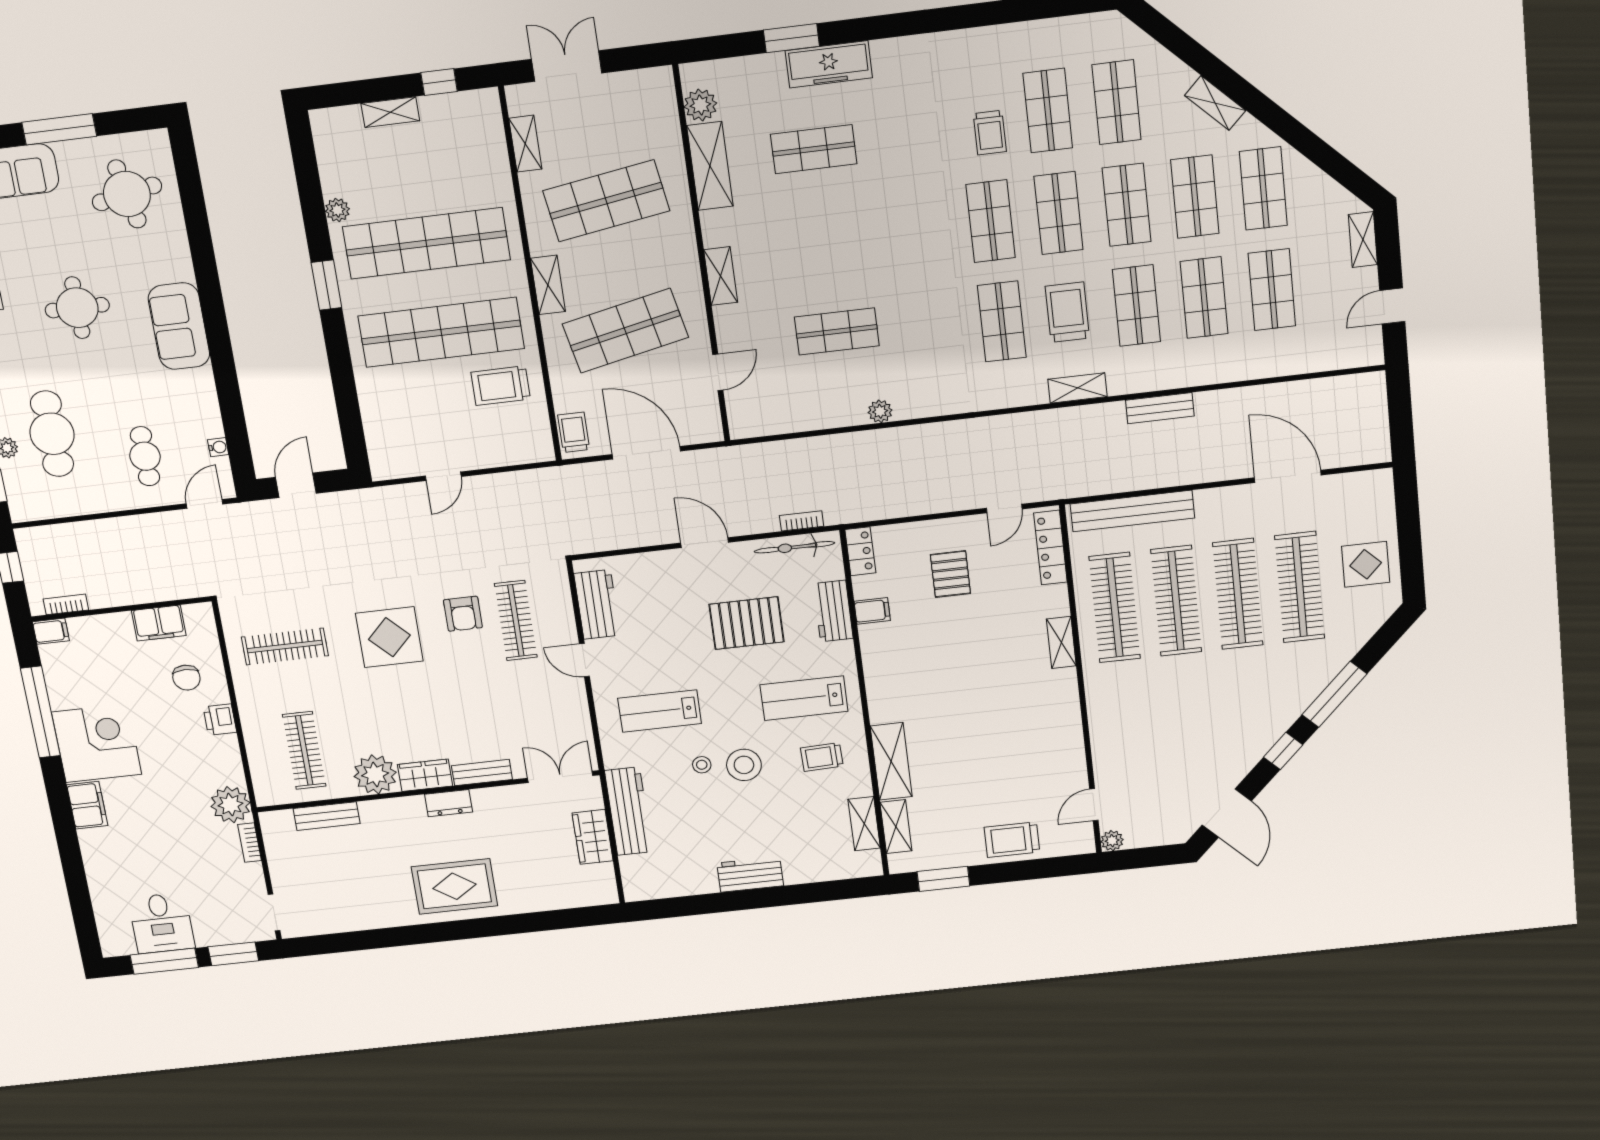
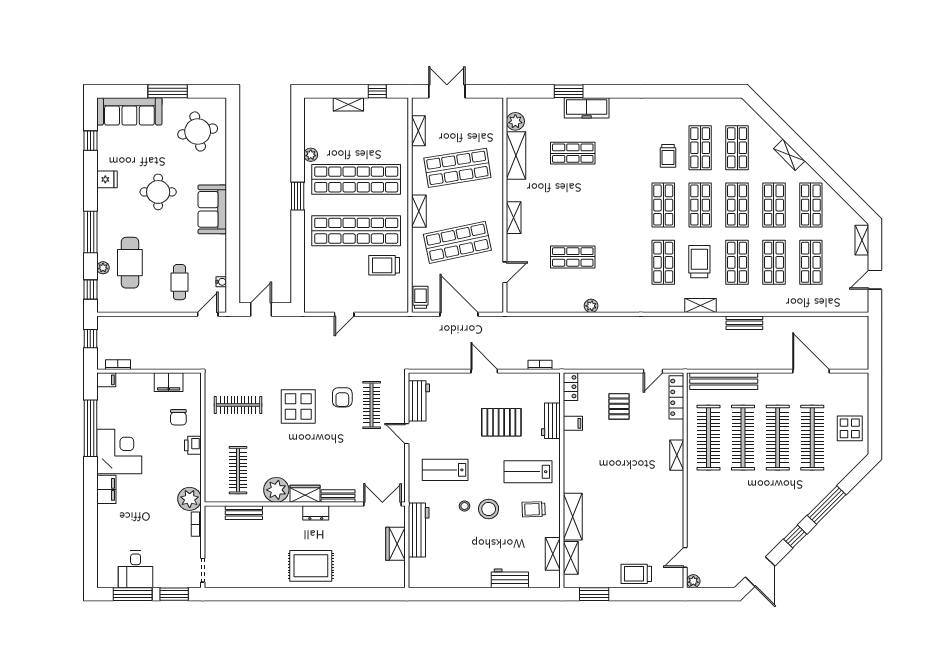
bicycle: (794, 547) -> (534, 380), removed
workbench: (750, 874) -> (510, 578), moved

